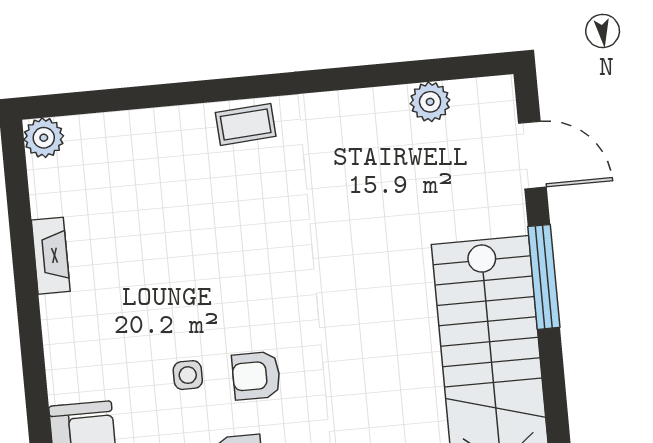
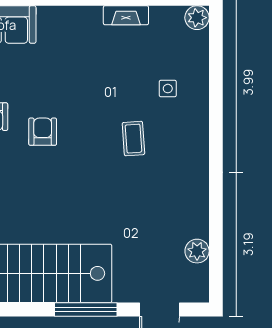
coffee table: (246, 124) -> (133, 139), moved
side table: (188, 375) -> (168, 89), moved

